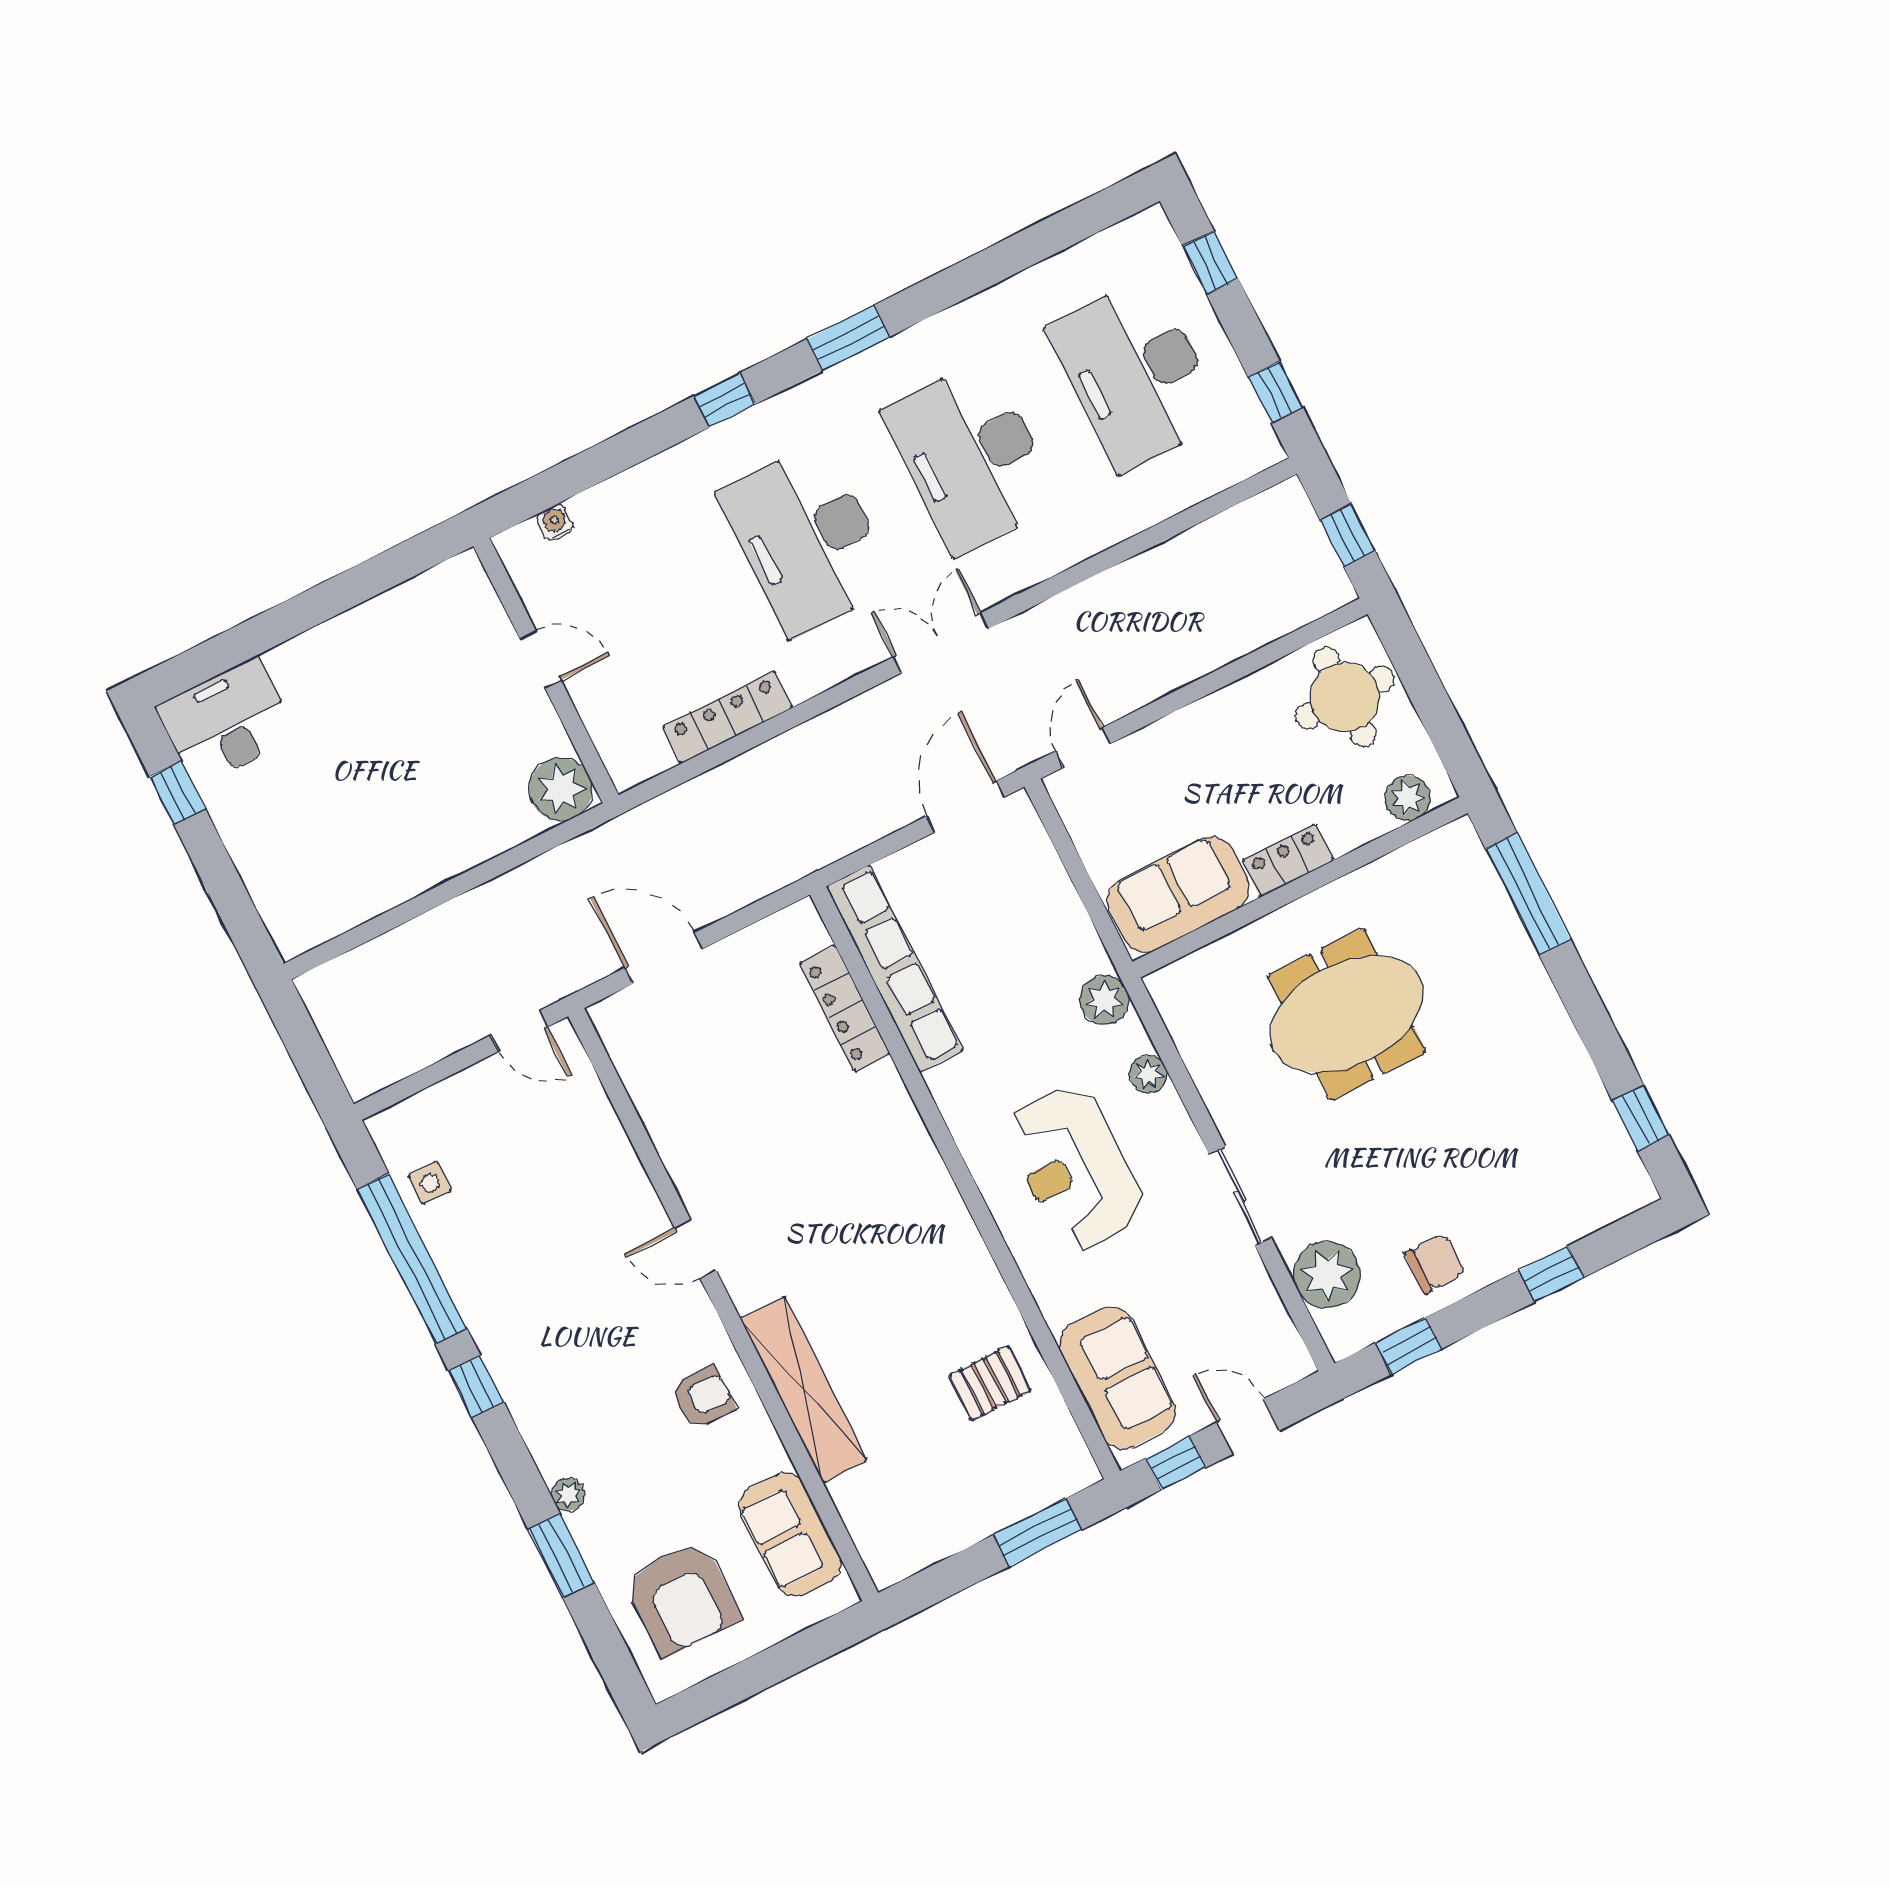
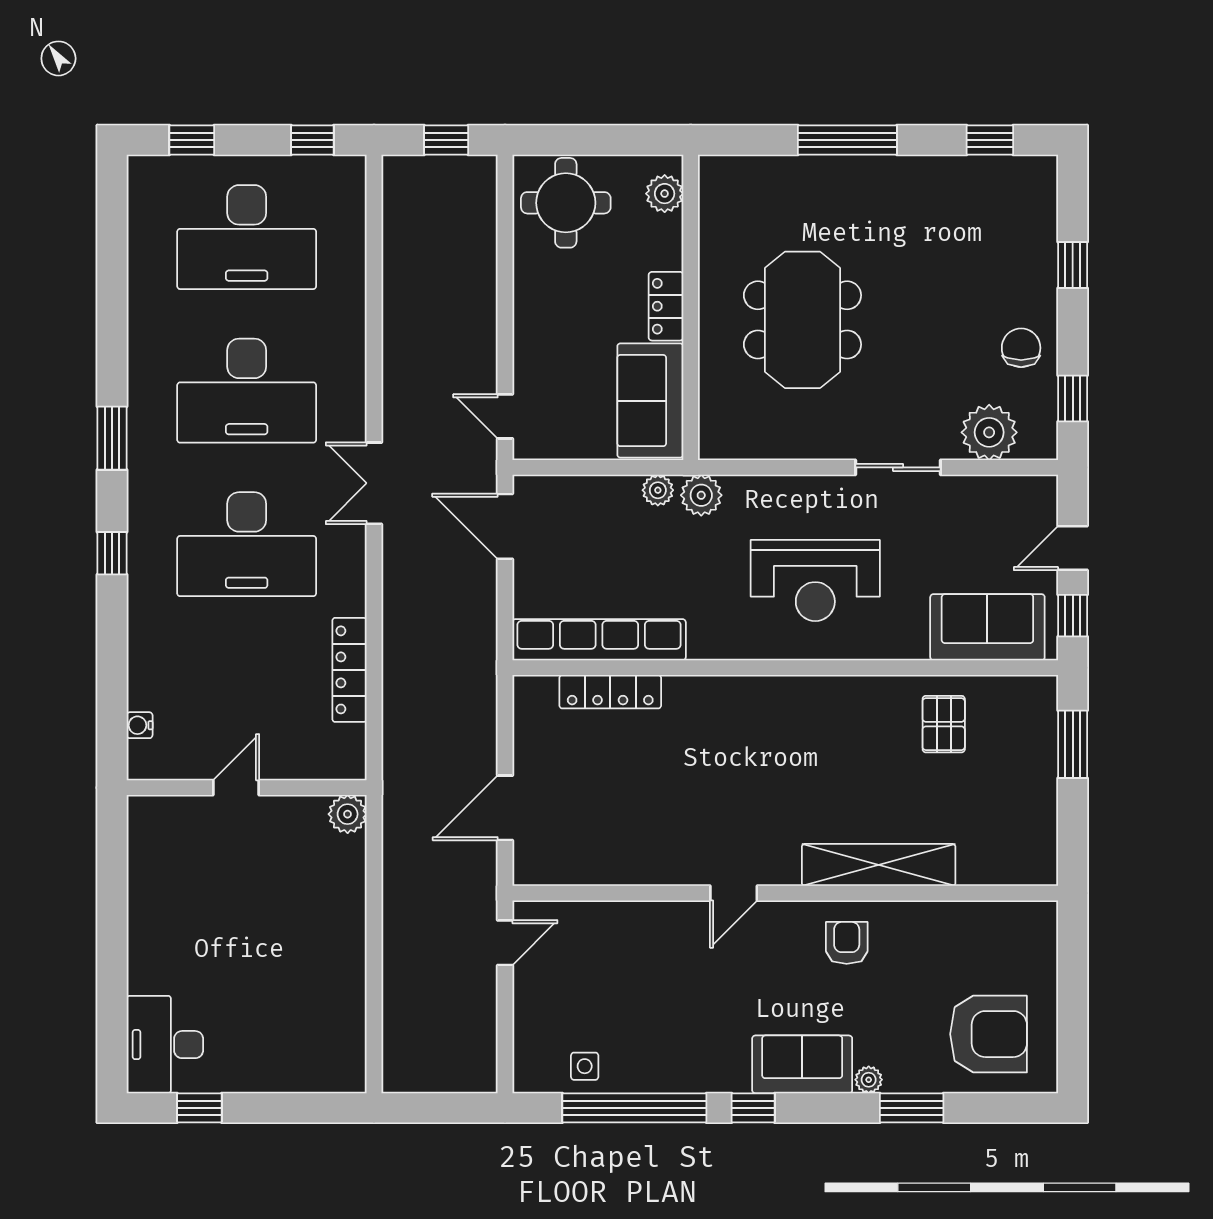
plant: (561, 789) -> (348, 814), width x0.73, depth x0.73
window: (1528, 894) -> (847, 140), moved
plant: (1148, 1074) -> (658, 490), moved
sofa: (790, 1534) -> (802, 1064), moved, turned 180

